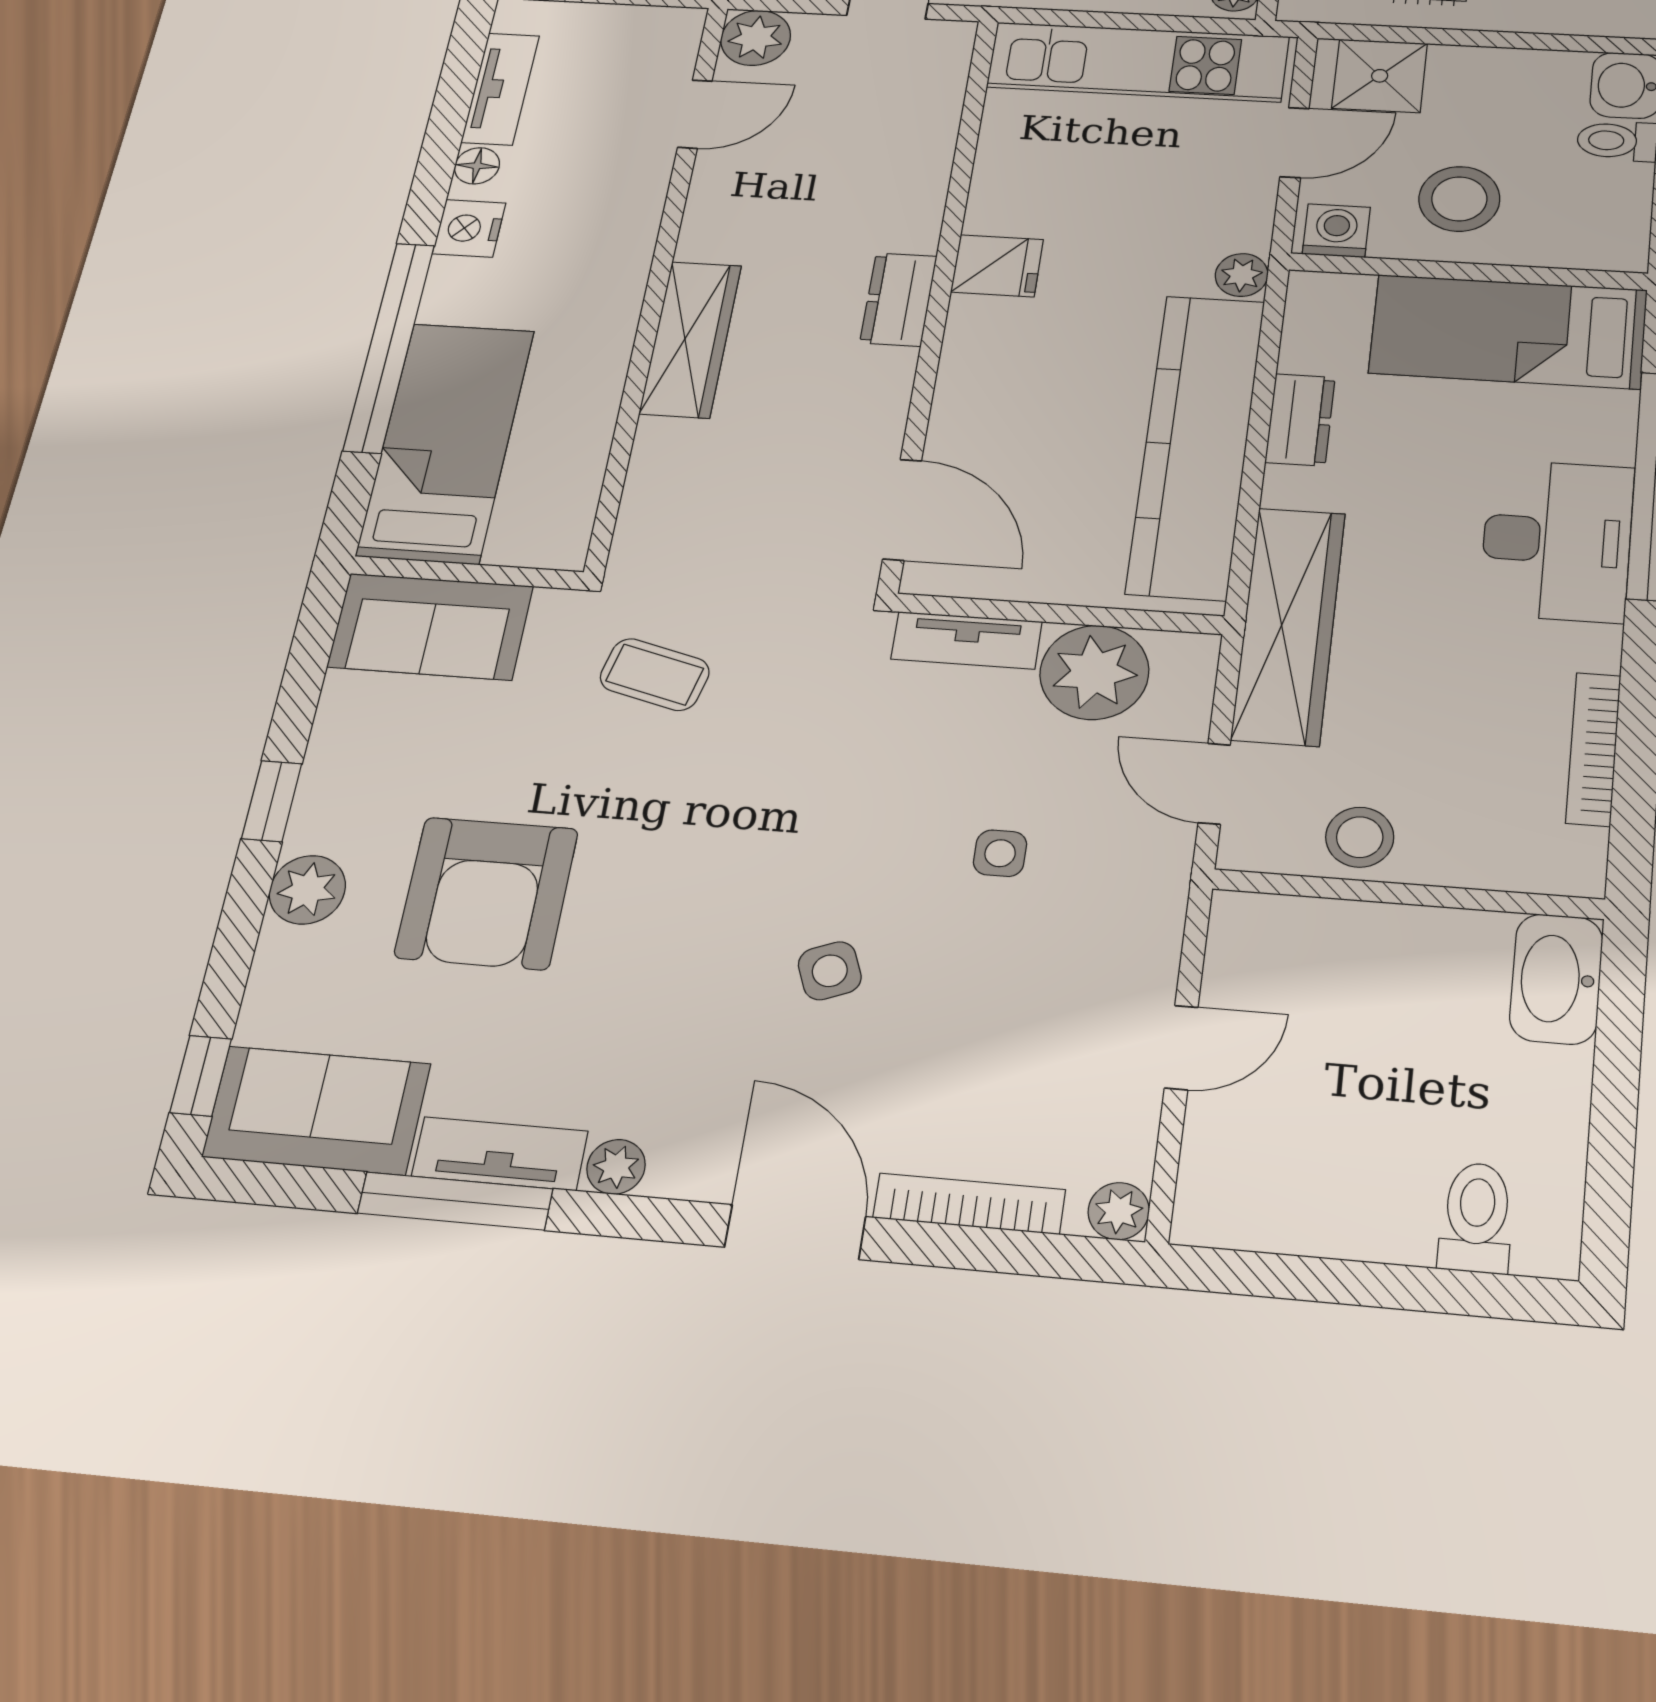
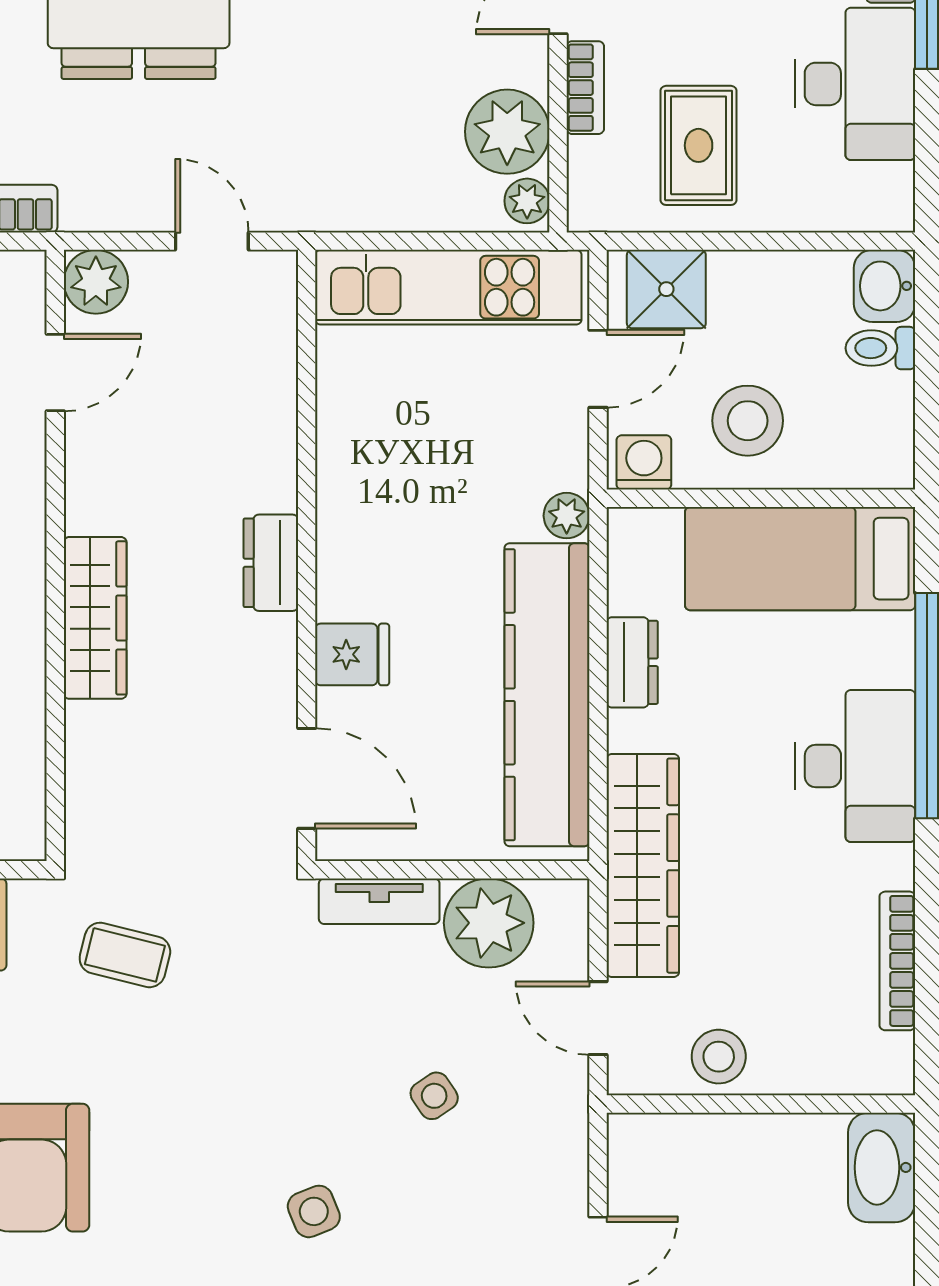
fridge: (997, 266) -> (352, 654), moved
side table: (1000, 853) -> (434, 1096), turned -34

